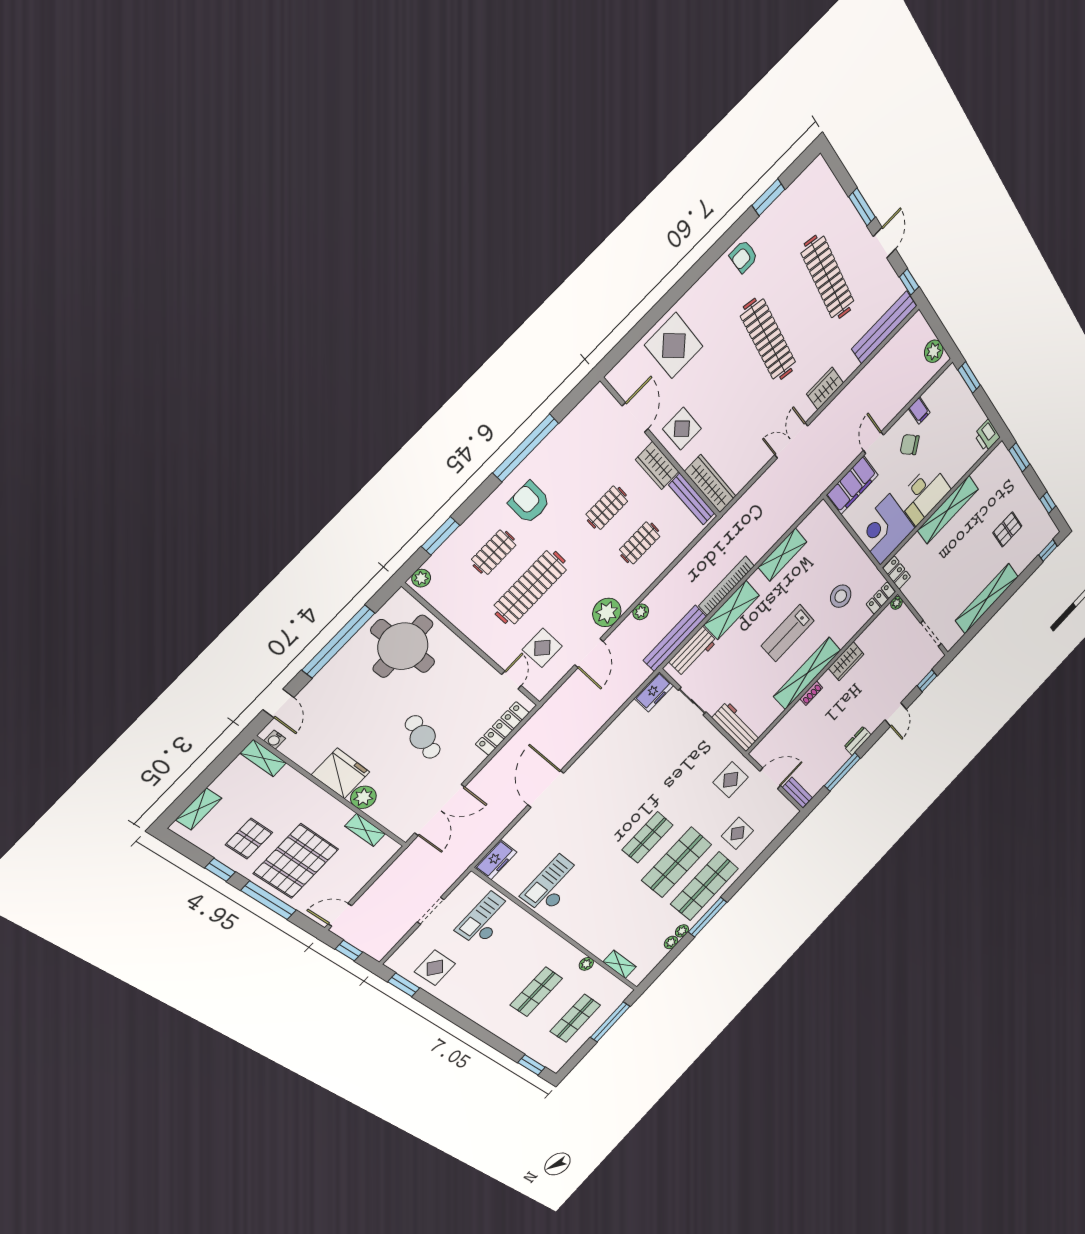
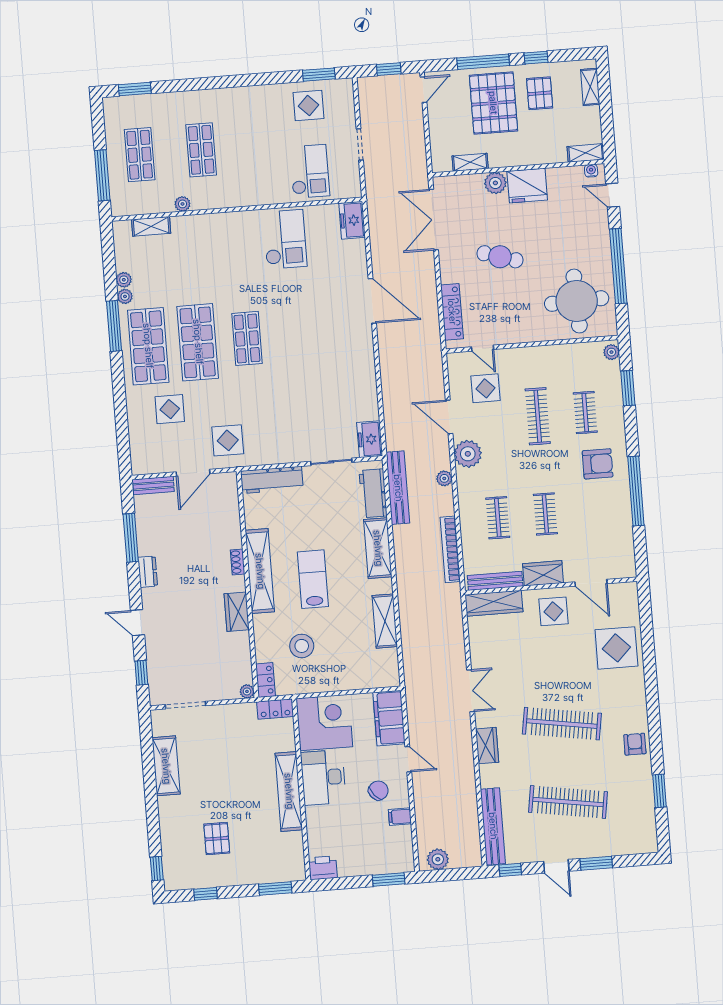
bookcase: (727, 586) -> (450, 549), moved, turned 180
clothes rail: (530, 587) -> (538, 416), width x0.73, depth x0.76
shelving: (987, 599) -> (166, 766), width x0.68

